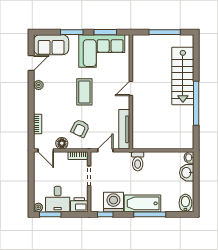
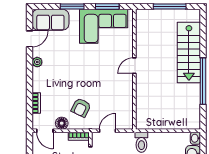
coffee table: (84, 92) -> (85, 69), removed
tv unit: (124, 129) -> (127, 109), removed

